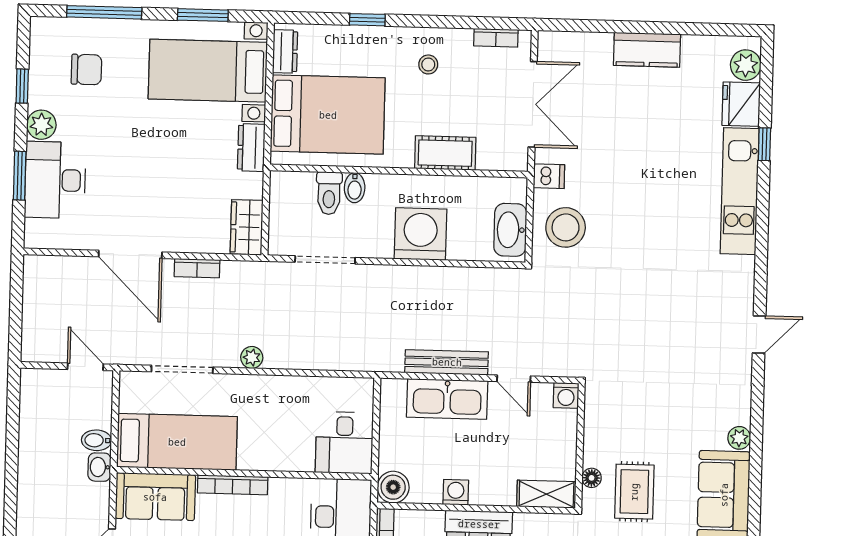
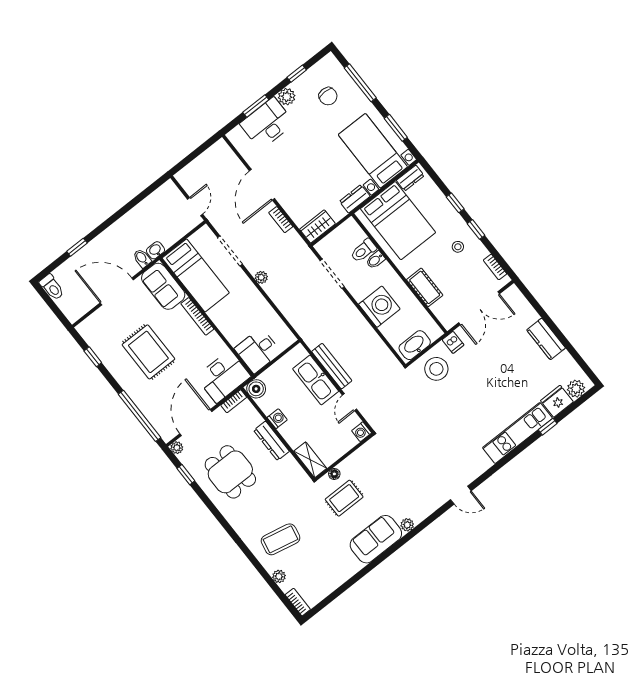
window: (425, 21) -> (476, 229), added
bidet: (96, 440) -> (142, 258), moved

